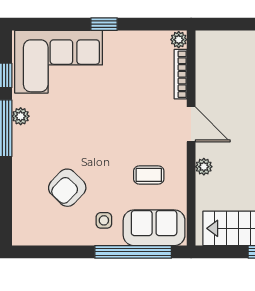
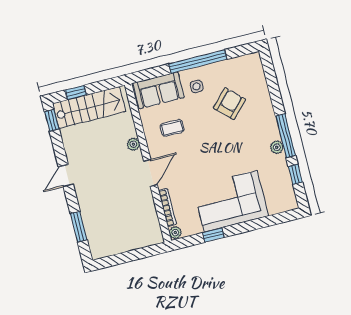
window: (104, 24) -> (213, 235), moved
corner sofa: (59, 62) -> (231, 201), moved
door: (191, 124) -> (150, 173), swing flipped
window: (133, 252) -> (198, 62), moved

